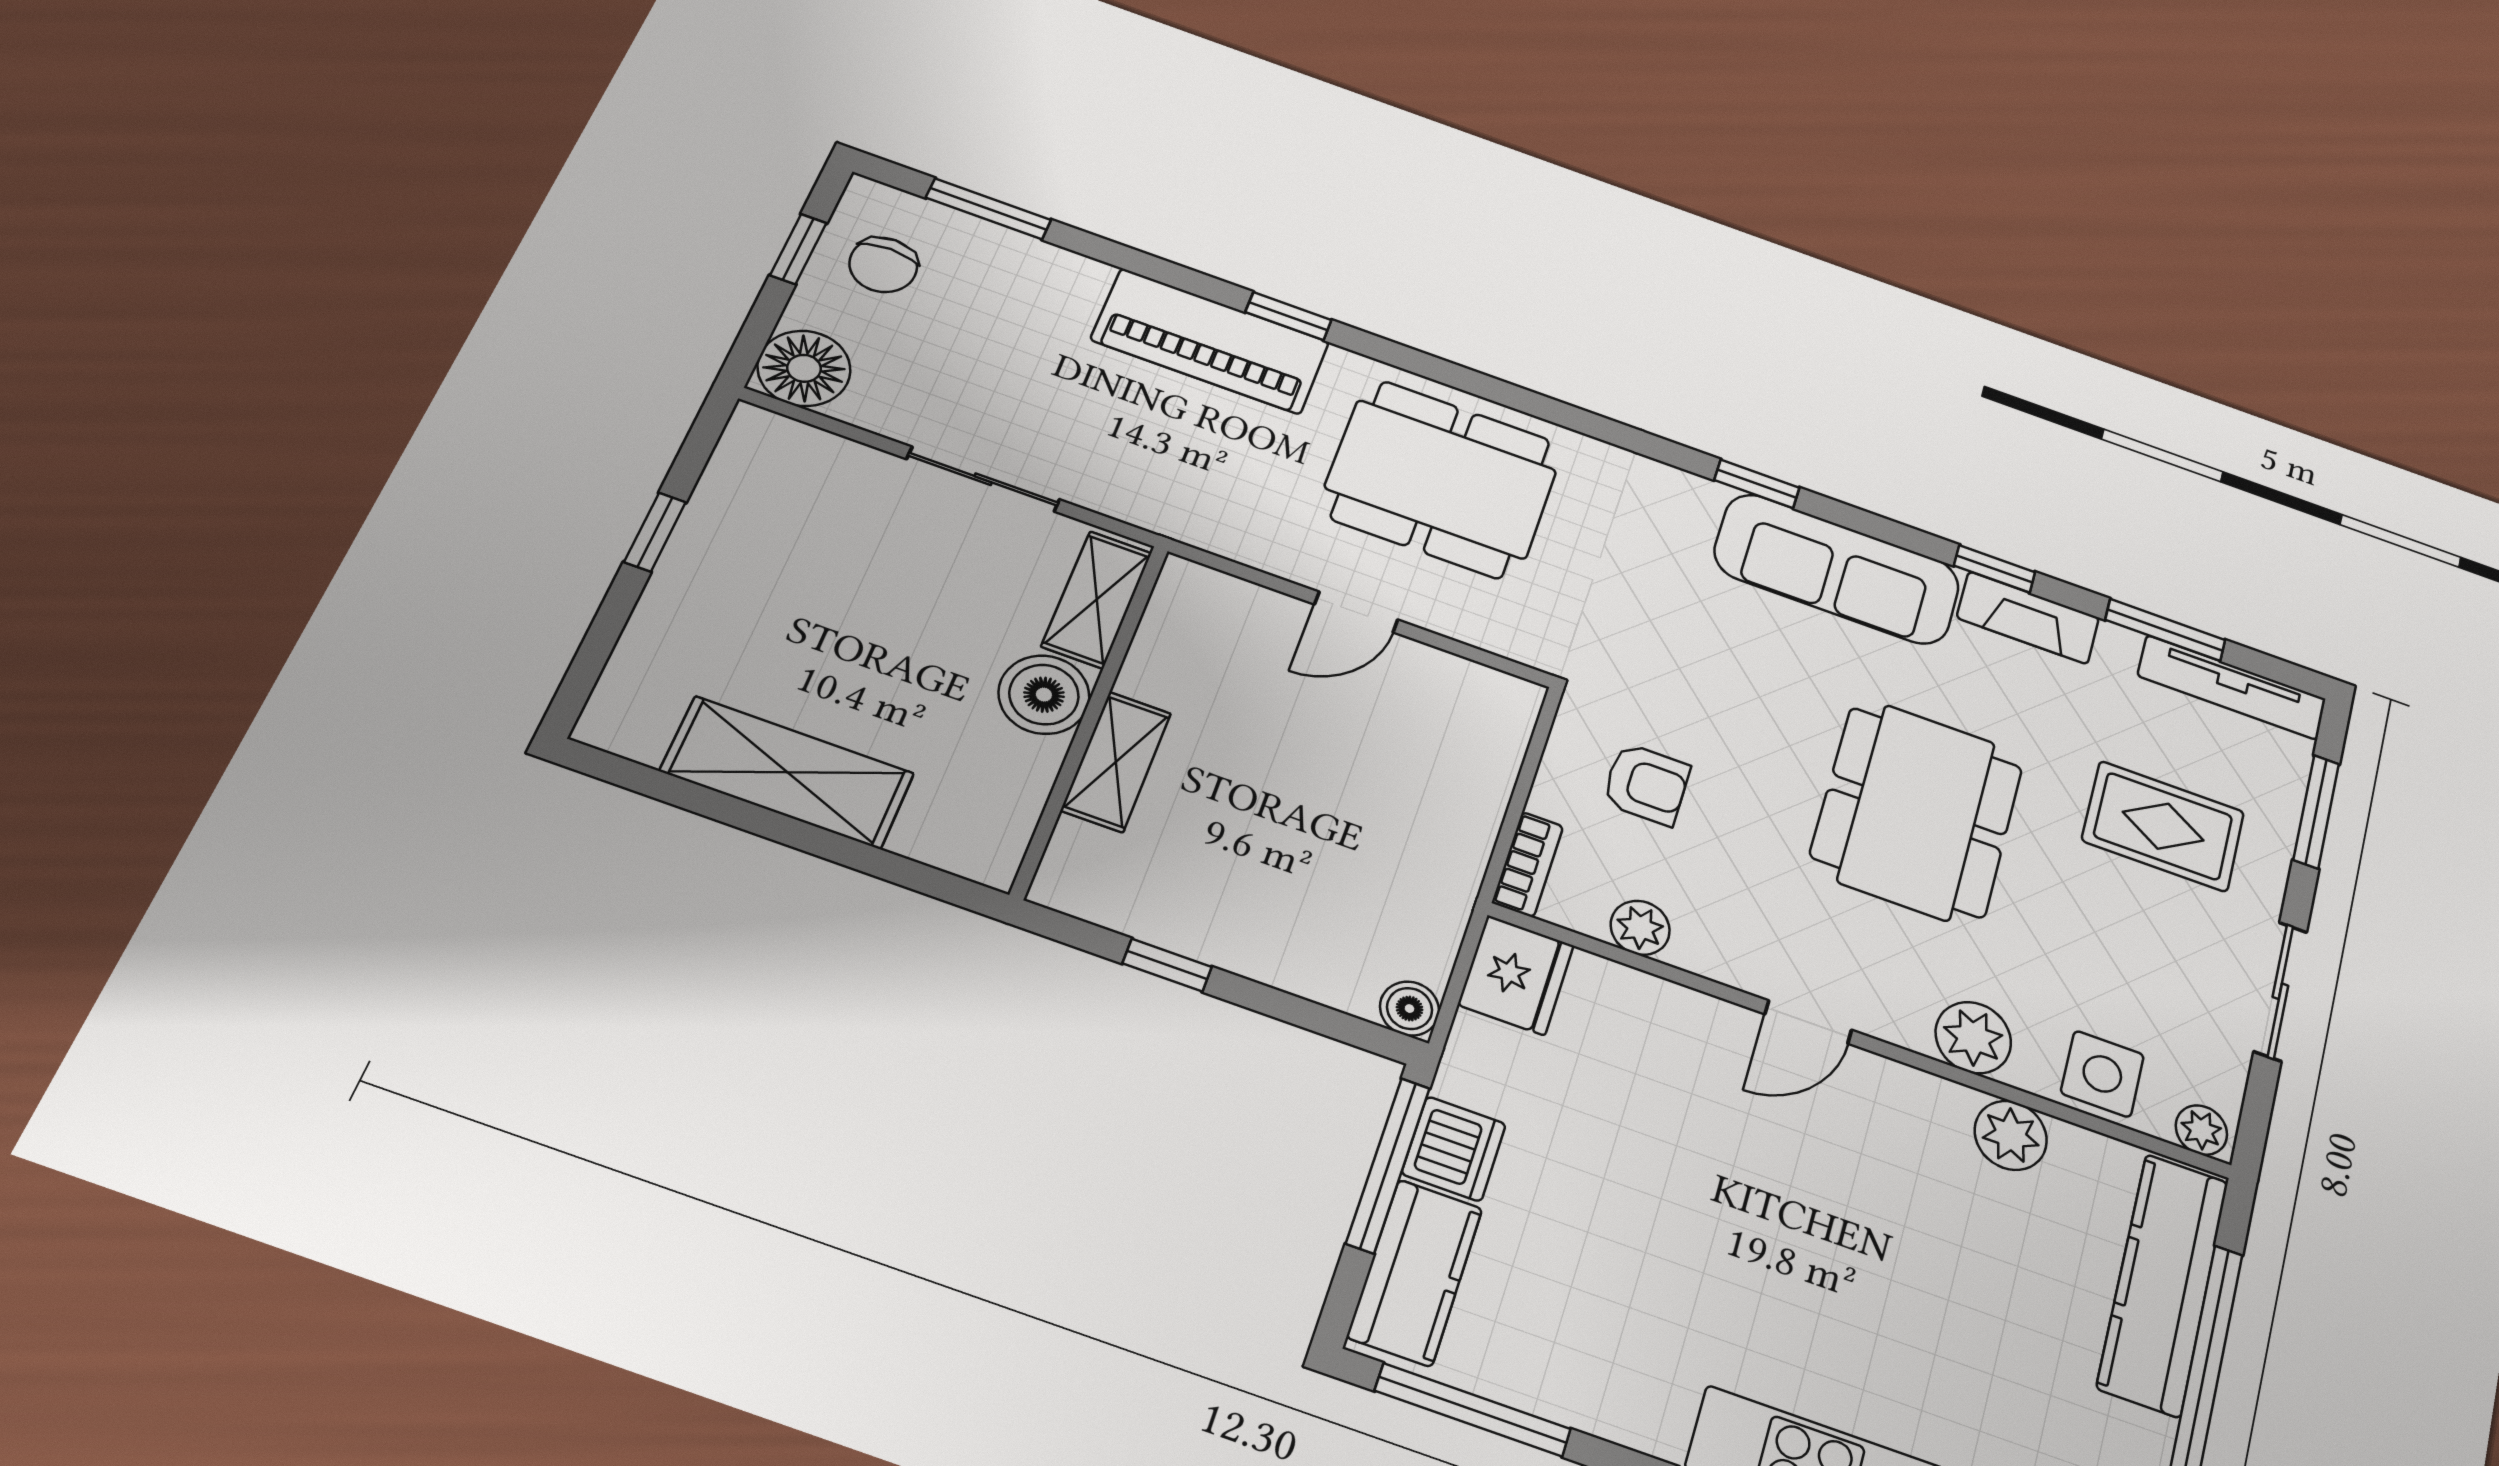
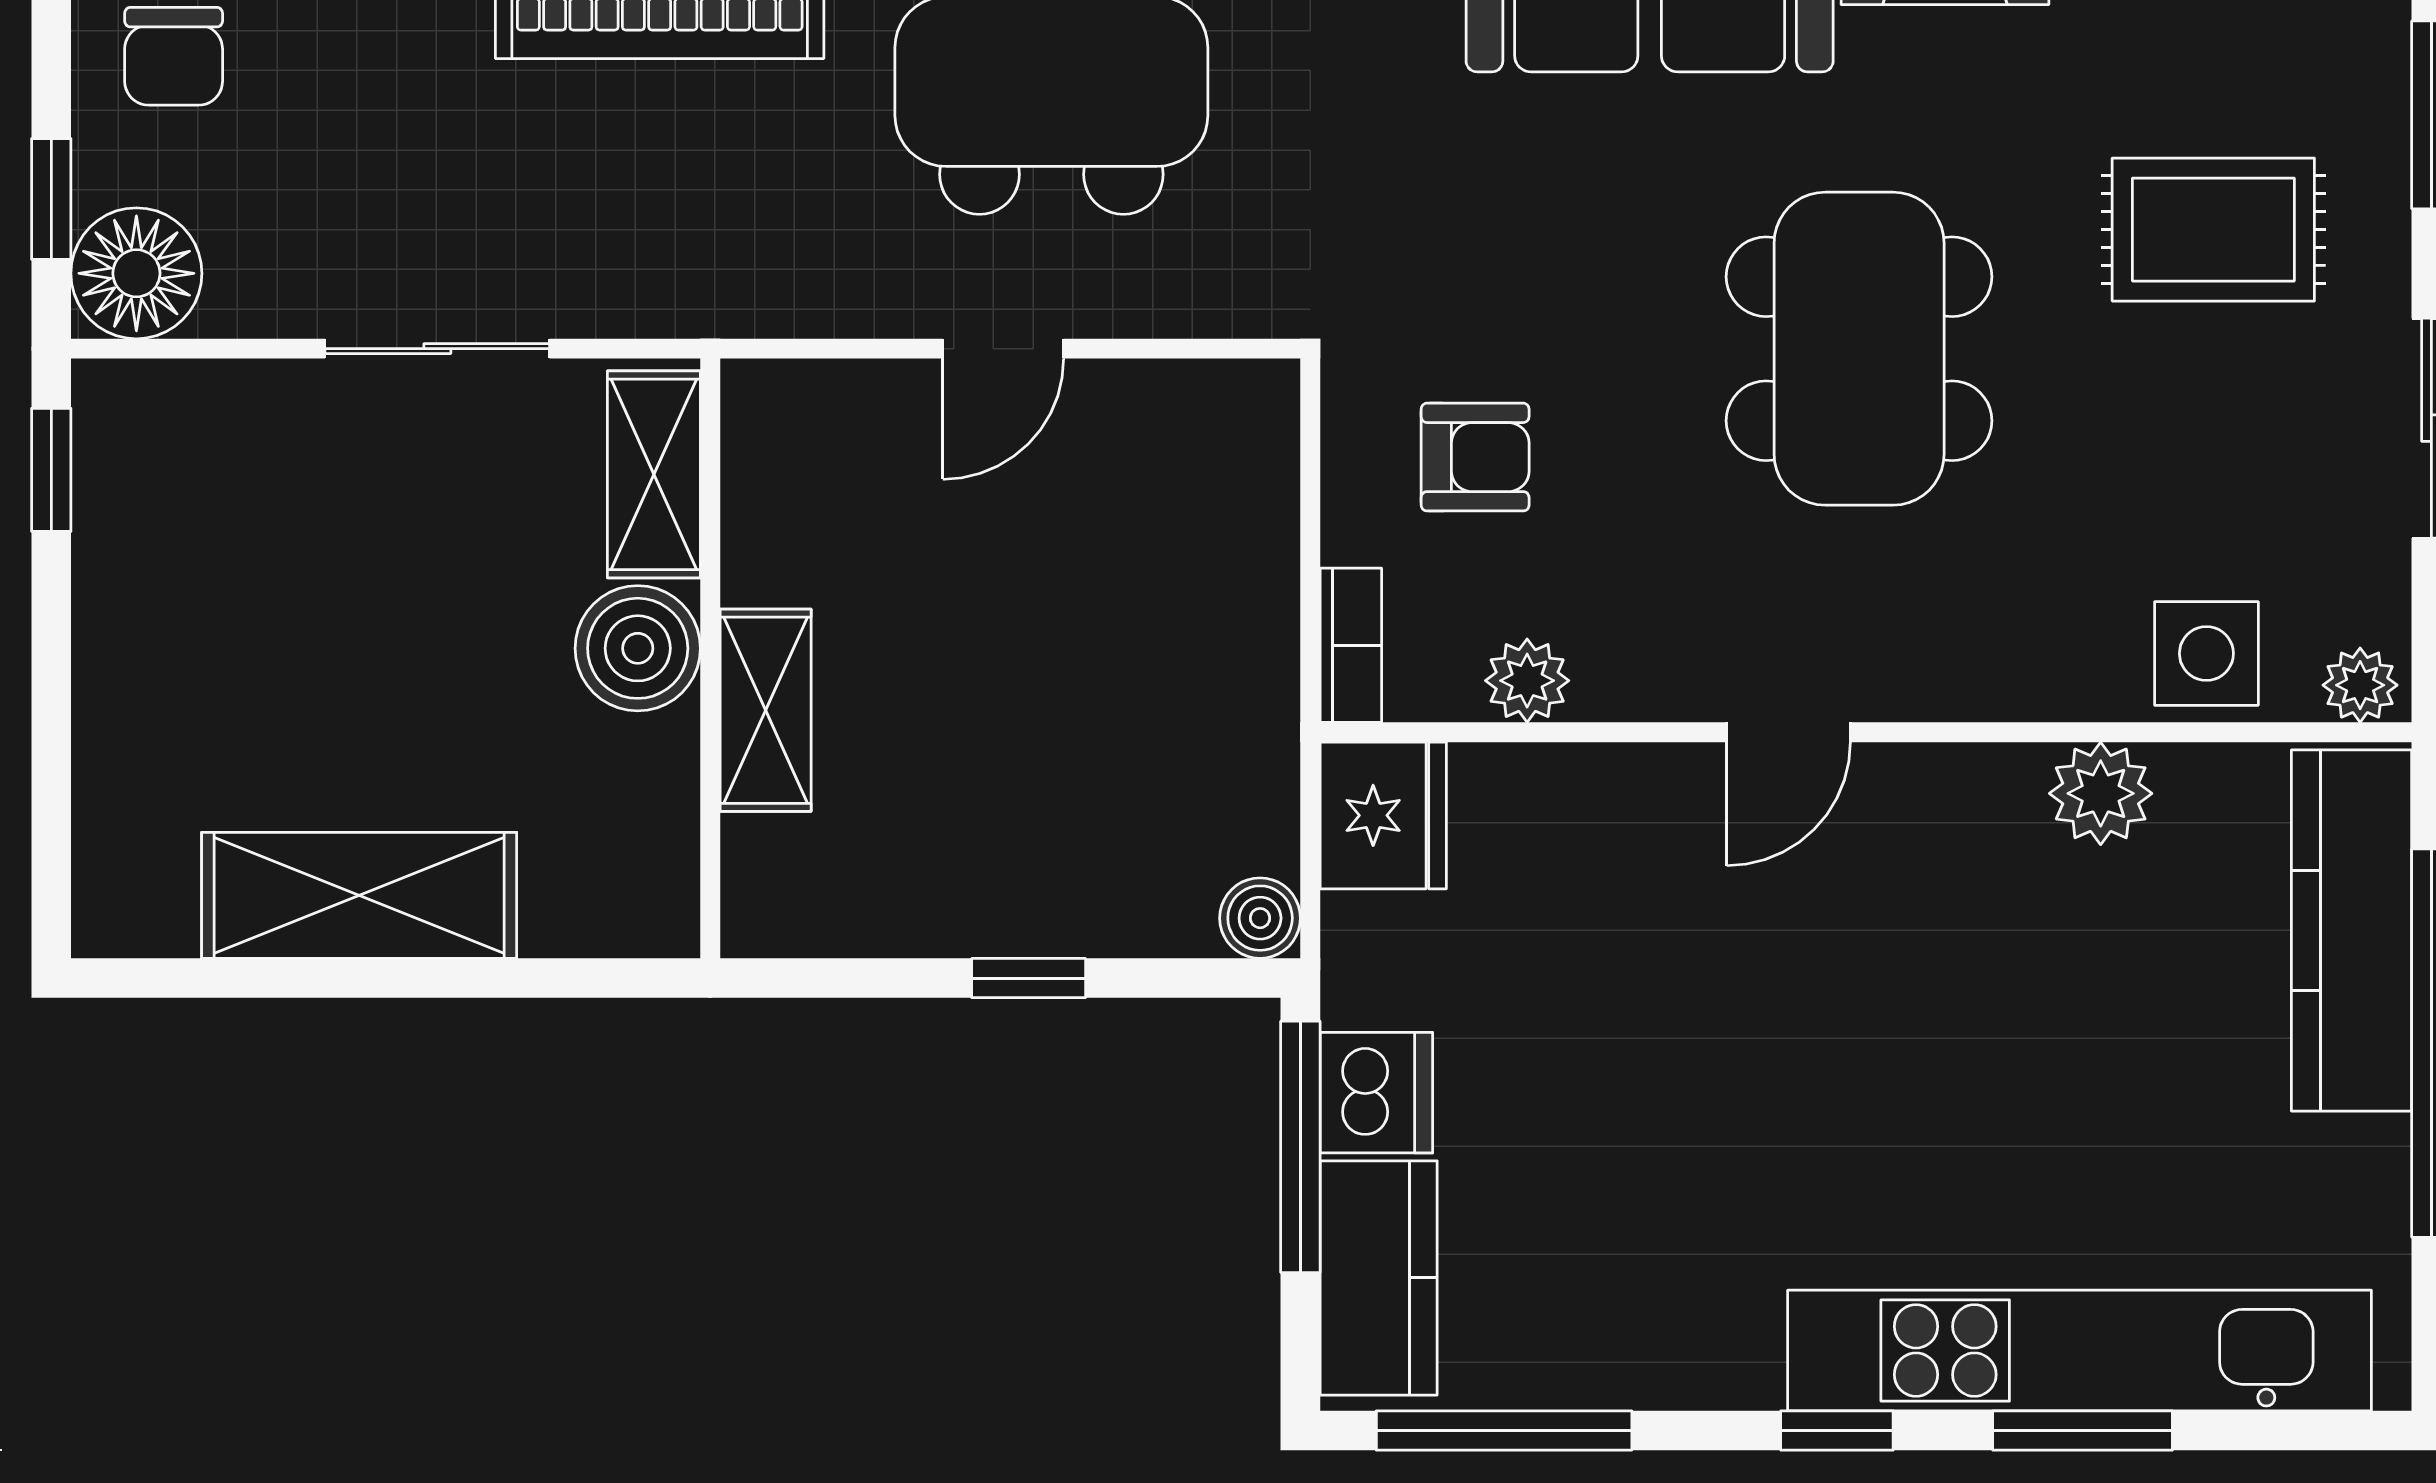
window: (798, 249) -> (51, 199), moved
window: (655, 532) -> (51, 470), moved
window: (1167, 965) -> (1029, 978), moved
plant: (1973, 1038) -> (2017, 668), removed

